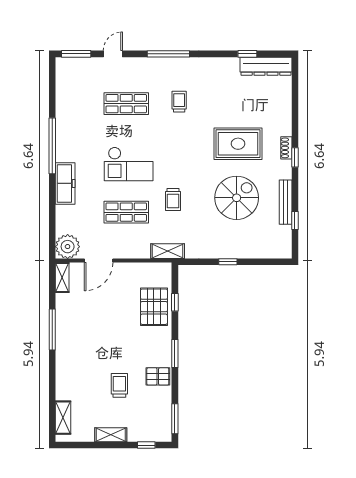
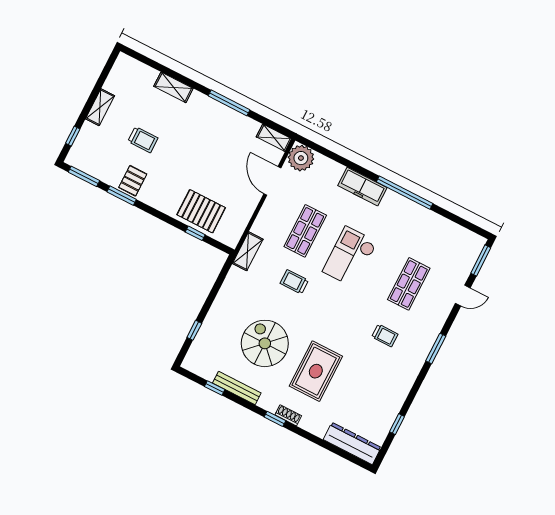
door: (113, 54) -> (463, 296), hinge flipped
window: (168, 54) -> (436, 349), width x0.69
dresser: (266, 66) -> (352, 443), moved, turned 90
spiral stairs: (237, 198) -> (265, 343), turned 180
window: (228, 262) -> (194, 330), moved
window: (175, 353) -> (122, 196), moved
shelving: (63, 418) -> (173, 87), moved

